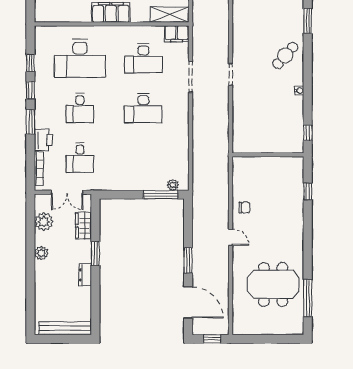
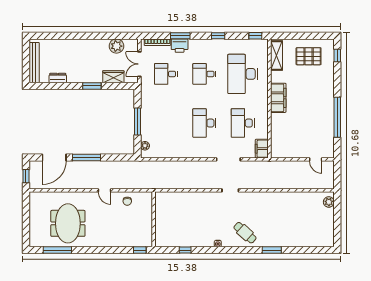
shelving: (170, 15) -> (277, 55), moved
window: (30, 63) -> (255, 36), moved
window: (30, 122) -> (180, 36), moved
wall: (268, 155) -> (154, 219), moved
window: (161, 195) -> (137, 121), moved
door: (230, 237) -> (105, 190), hinge flipped
plant: (41, 253) -> (92, 44), removed
window: (188, 260) -> (87, 158), width x1.44
dresser: (85, 275) -> (58, 78), moved

